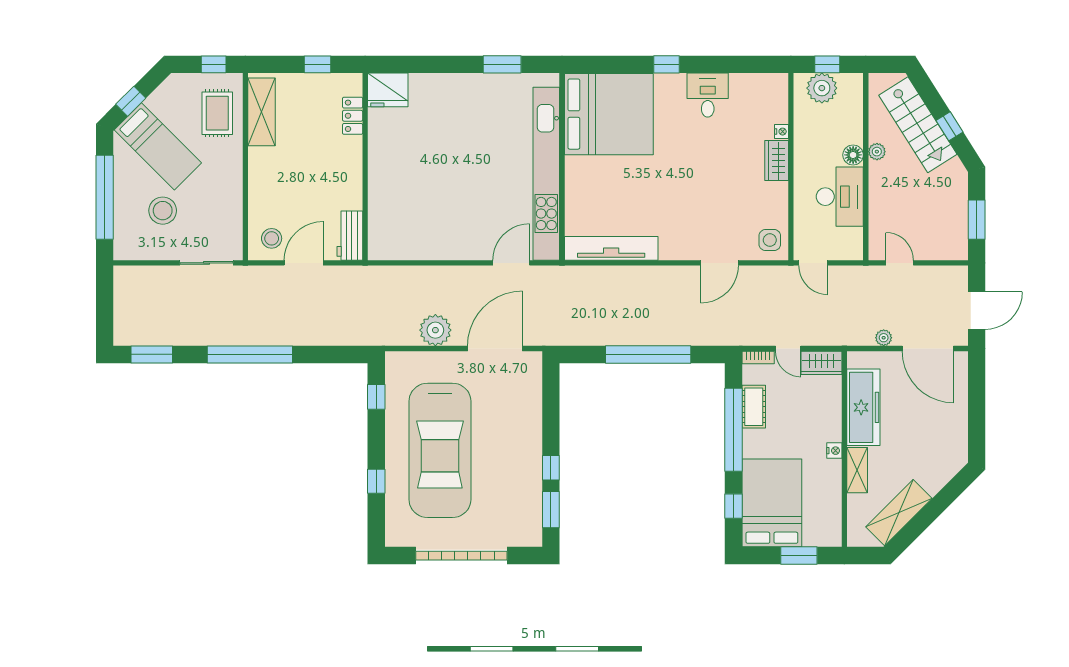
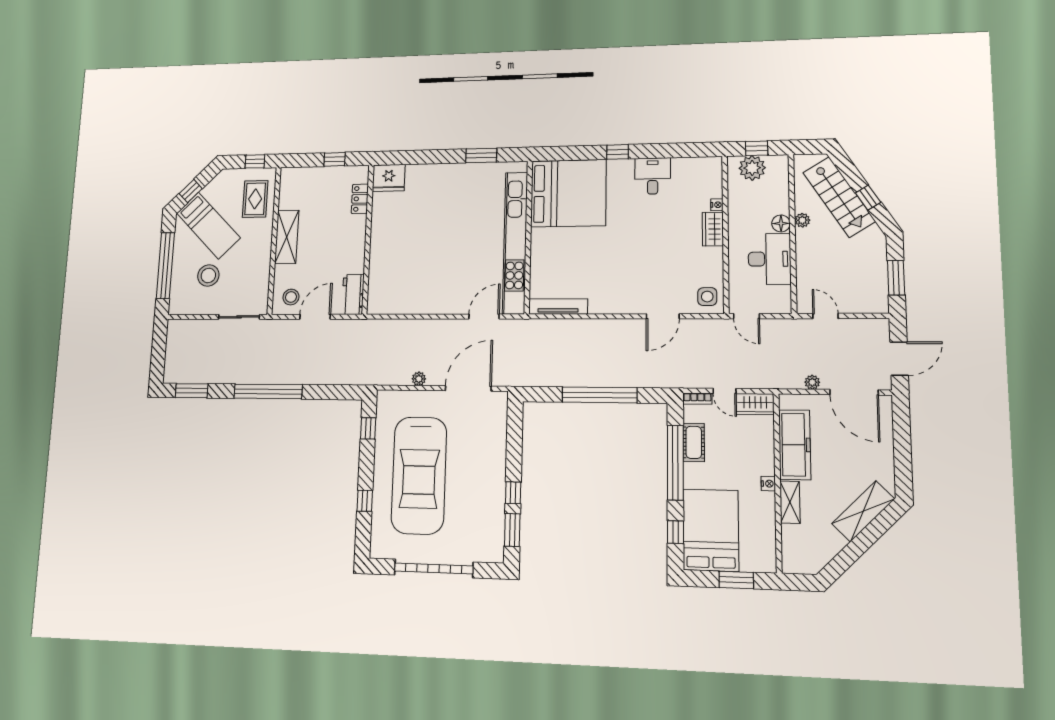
shelving: (262, 112) -> (287, 237), moved
tv unit: (611, 248) -> (558, 306), width x0.73, depth x0.78
plant: (435, 330) -> (419, 379), width x0.53, depth x0.53
shelving: (899, 513) -> (863, 511), moved

